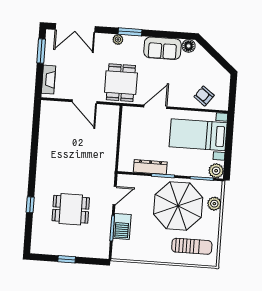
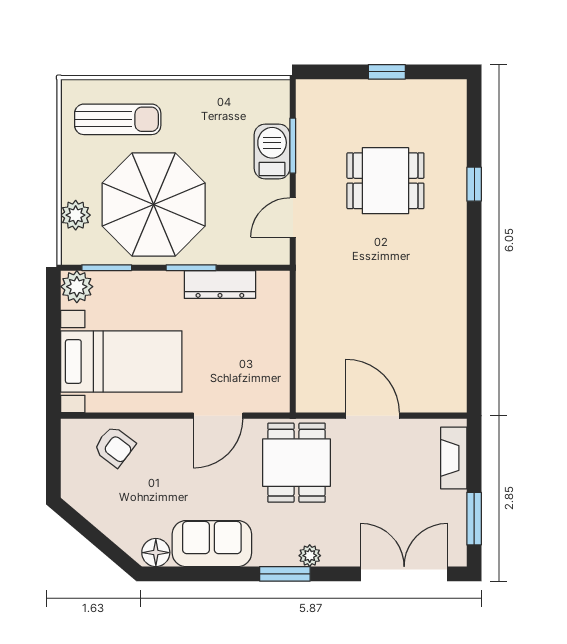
sun lounger: (192, 246) -> (118, 119), turned 180

